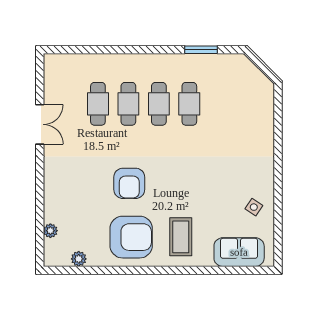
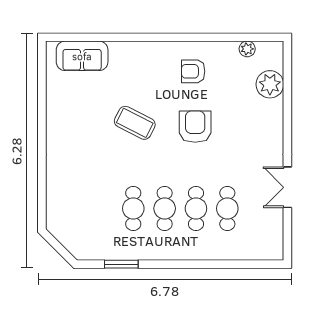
side table: (254, 207) -> (67, 102), removed
plant: (50, 231) -> (270, 84), width x1.87, depth x1.87
armchair: (131, 237) -> (193, 71), width x0.53, depth x0.53
coffee table: (181, 237) -> (135, 123), moved, turned -63

